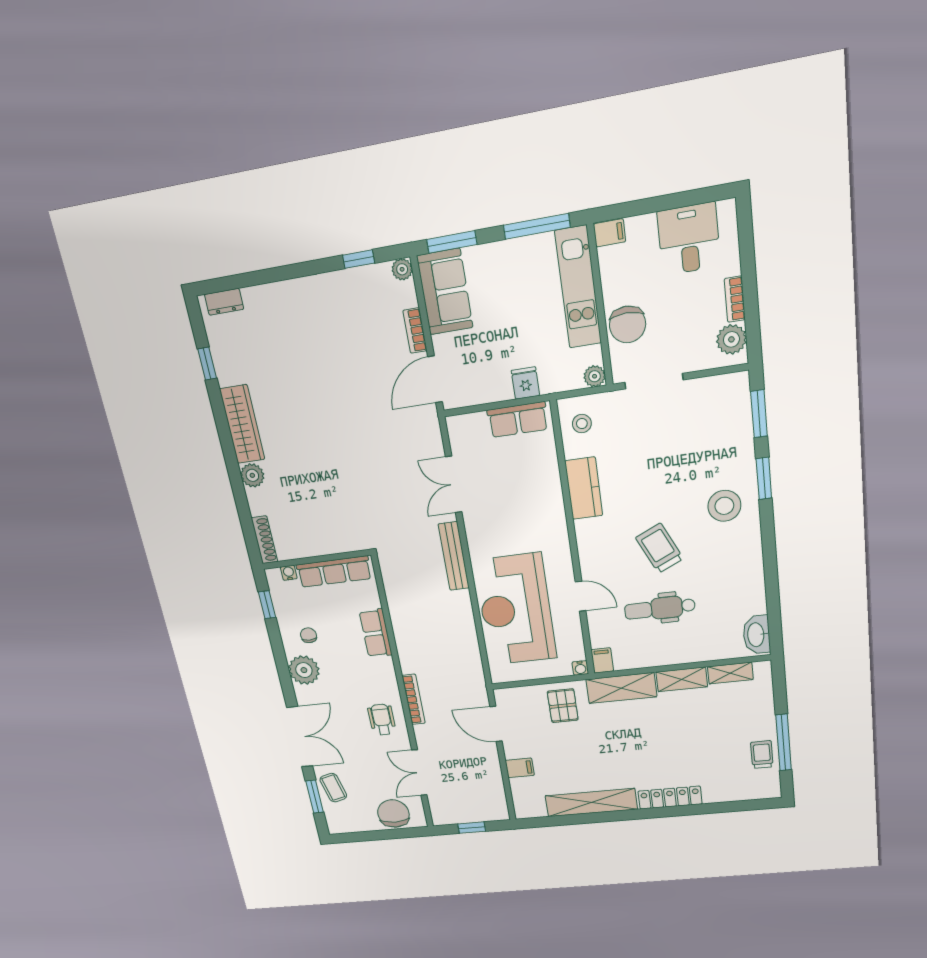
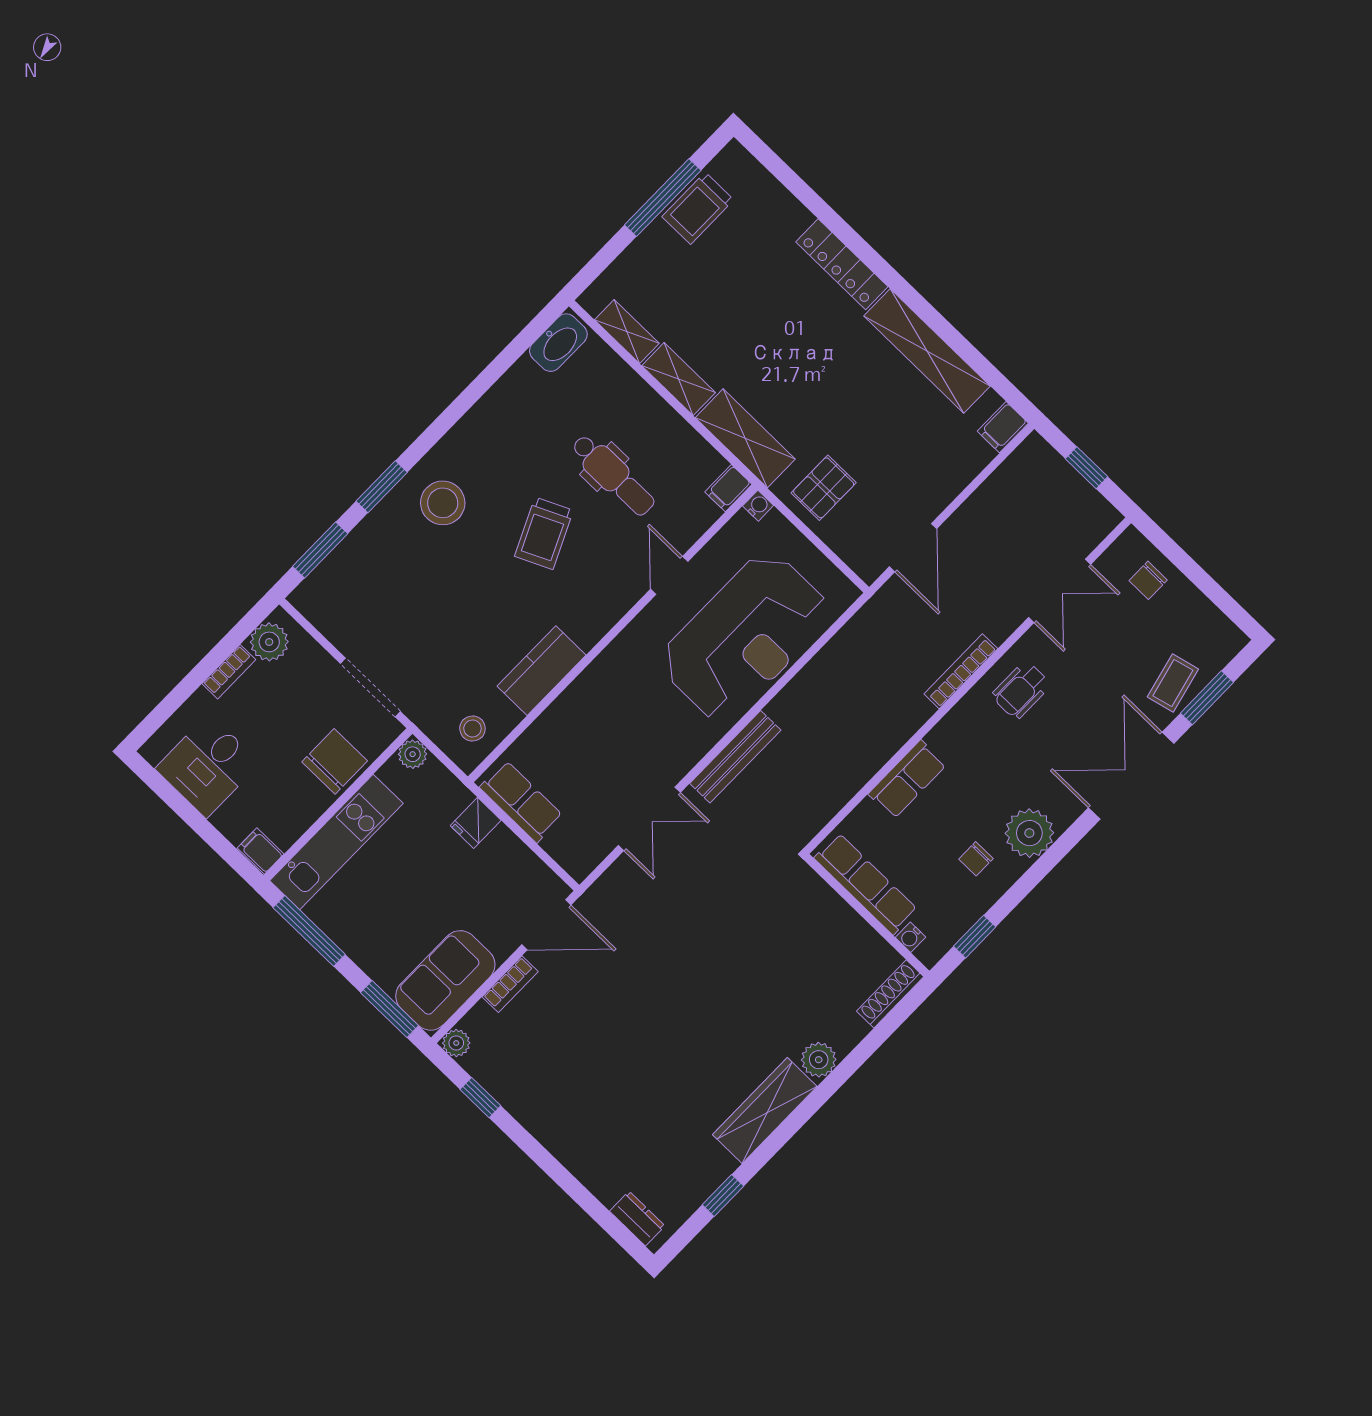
trolley: (762, 755) -> (698, 208), width x1.36, depth x1.39
filing cabinet: (520, 768) -> (1003, 427), moved, turned -90
chair: (393, 813) -> (1148, 580), width x0.54, depth x0.54

